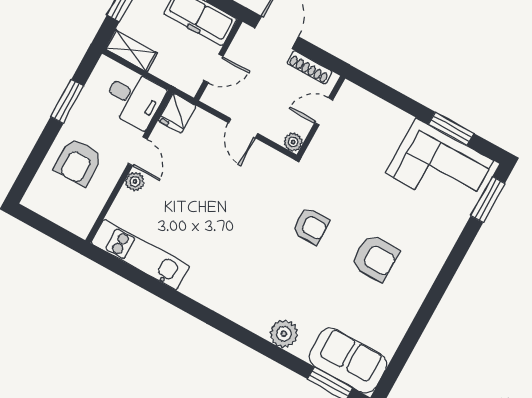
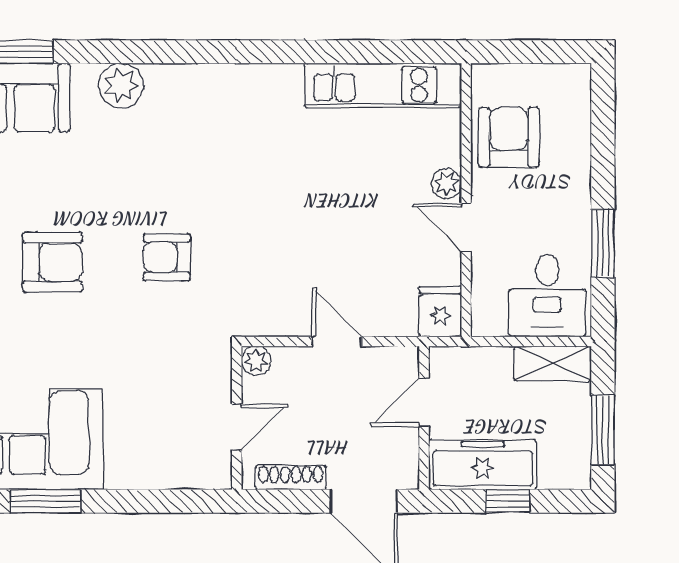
desk: (134, 99) -> (547, 296), moved, turned -90
armchair: (78, 162) -> (509, 137), moved
armchair: (375, 258) -> (52, 262), turned 180

